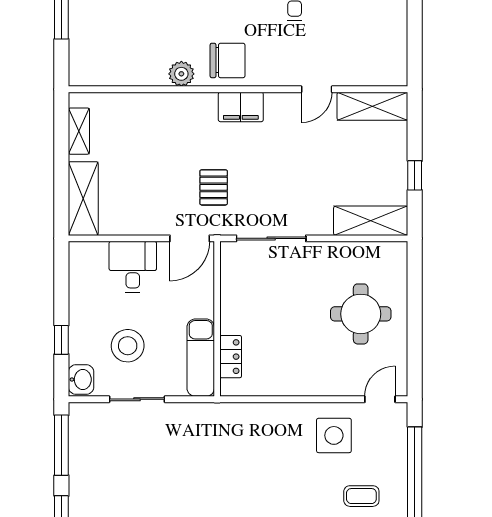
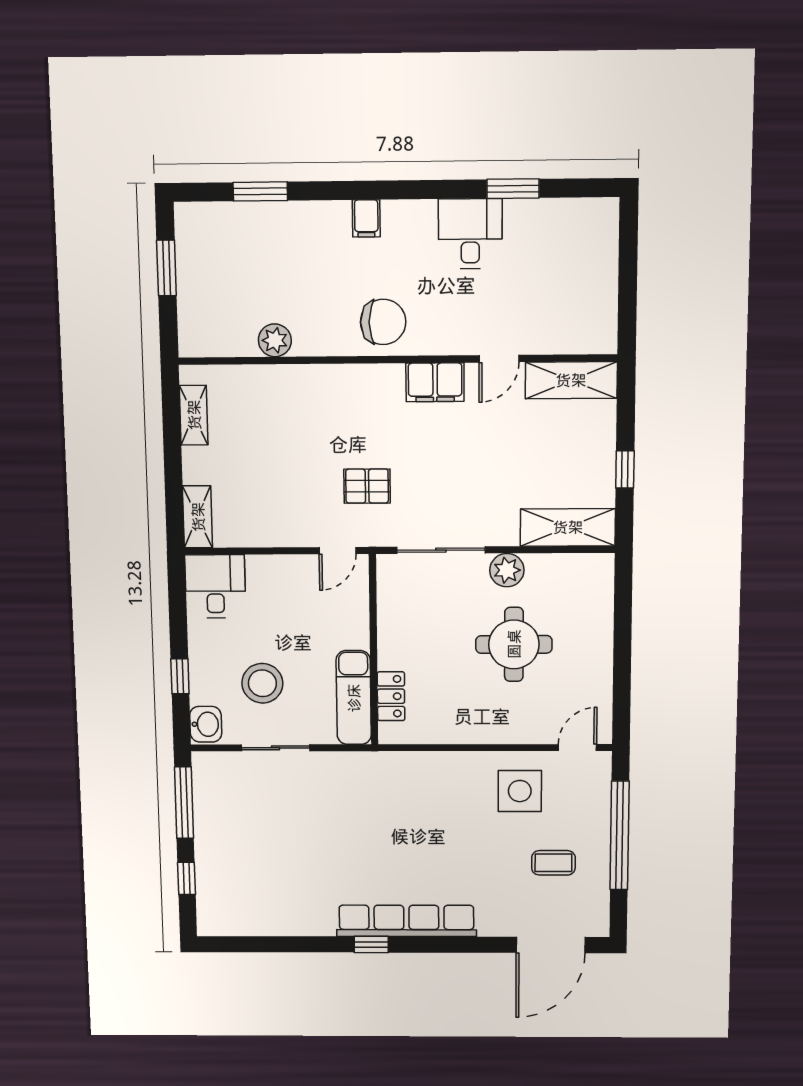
plant: (181, 74) -> (275, 340), moved
filing cabinet: (241, 107) -> (435, 382), moved
pallet: (214, 187) -> (367, 486), turned 90
shelving: (83, 199) -> (198, 517), width x0.67, depth x0.75
door: (190, 238) -> (337, 551), width x0.73
plant: (323, 255) -> (507, 570), added
desk: (133, 267) -> (215, 586), moved
round table: (361, 314) -> (514, 644), moved

